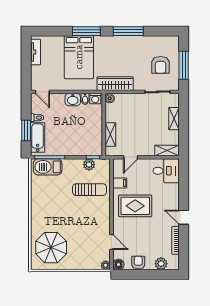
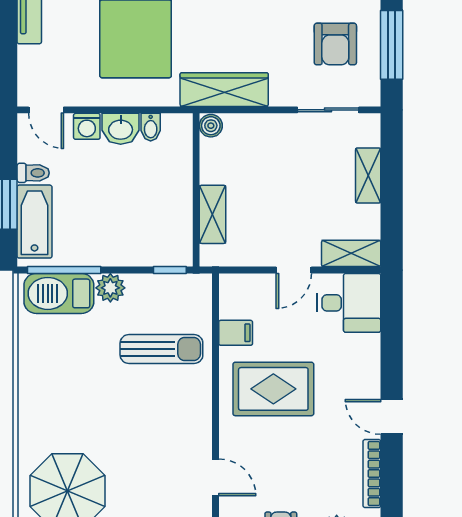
washing machine: (95, 99) -> (87, 126), moved
door: (131, 157) -> (294, 270), moved
plant: (89, 165) -> (110, 288), moved

